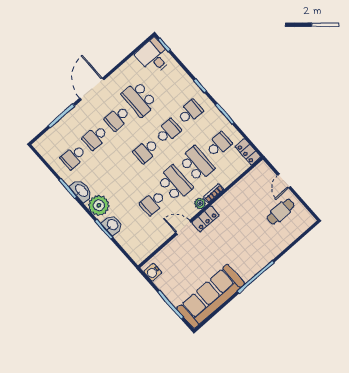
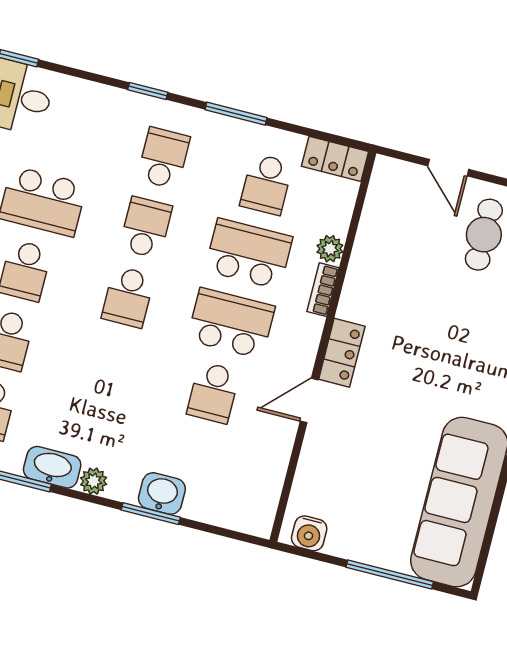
school desk: (219, 145) -> (266, 184), turned 180
plant: (200, 203) -> (330, 249), moved
plant: (99, 205) -> (94, 481), width x0.53, depth x0.53

